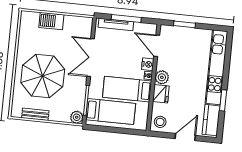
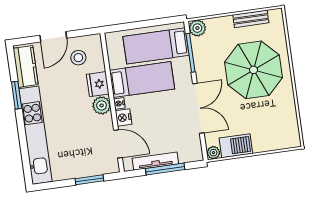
barbecue: (51, 21) -> (236, 146), moved
plant: (87, 22) -> (213, 153), added
tv unit: (116, 25) -> (155, 161), moved
stool: (160, 122) -> (78, 58), moved

